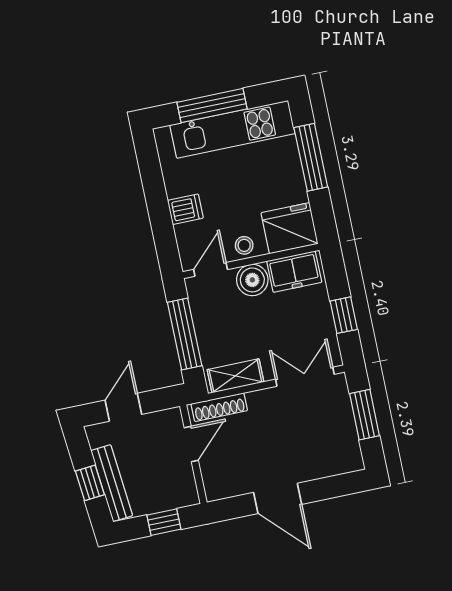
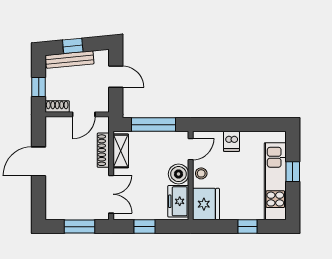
window: (212, 106) -> (293, 172), width x0.46
window: (311, 157) -> (248, 227), width x0.46
door: (210, 269) -> (191, 149), hinge flipped
shoe rack: (219, 407) -> (103, 150), moved
door: (191, 444) -> (84, 114), hinge flipped
shoe rack: (188, 487) -> (57, 107), added

